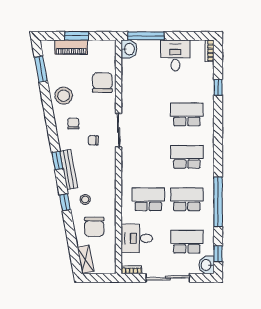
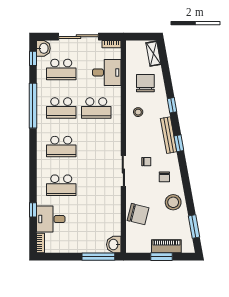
desk: (175, 55) -> (51, 219), moved, turned 90
chair: (102, 83) -> (138, 214), turned -76
stool: (85, 199) -> (138, 112), moved

